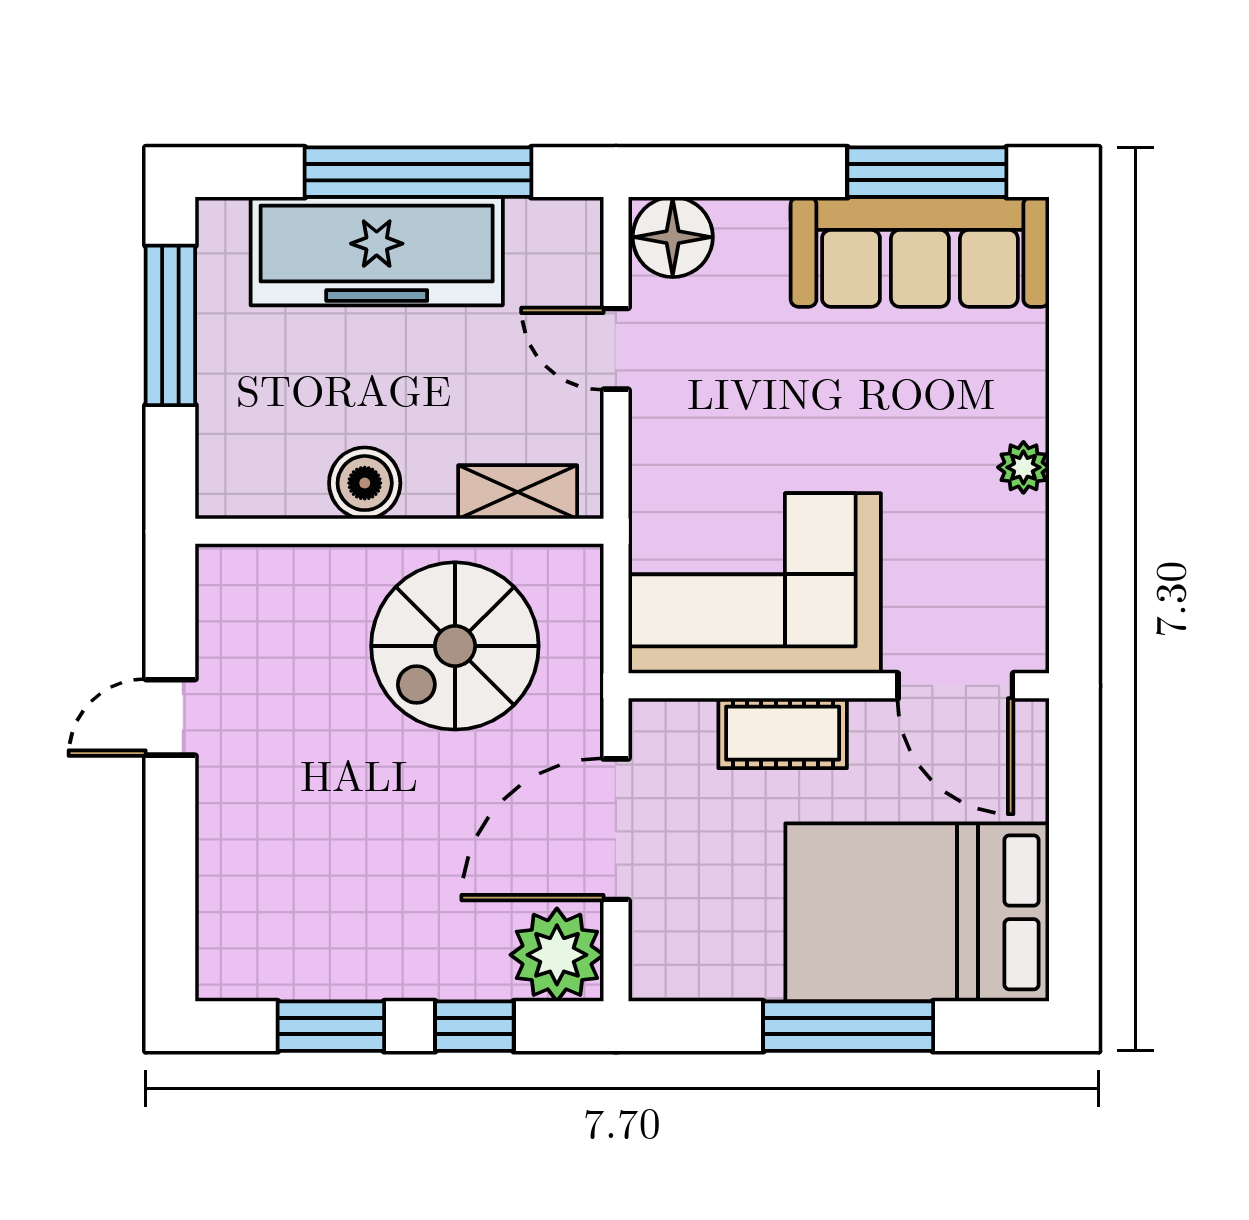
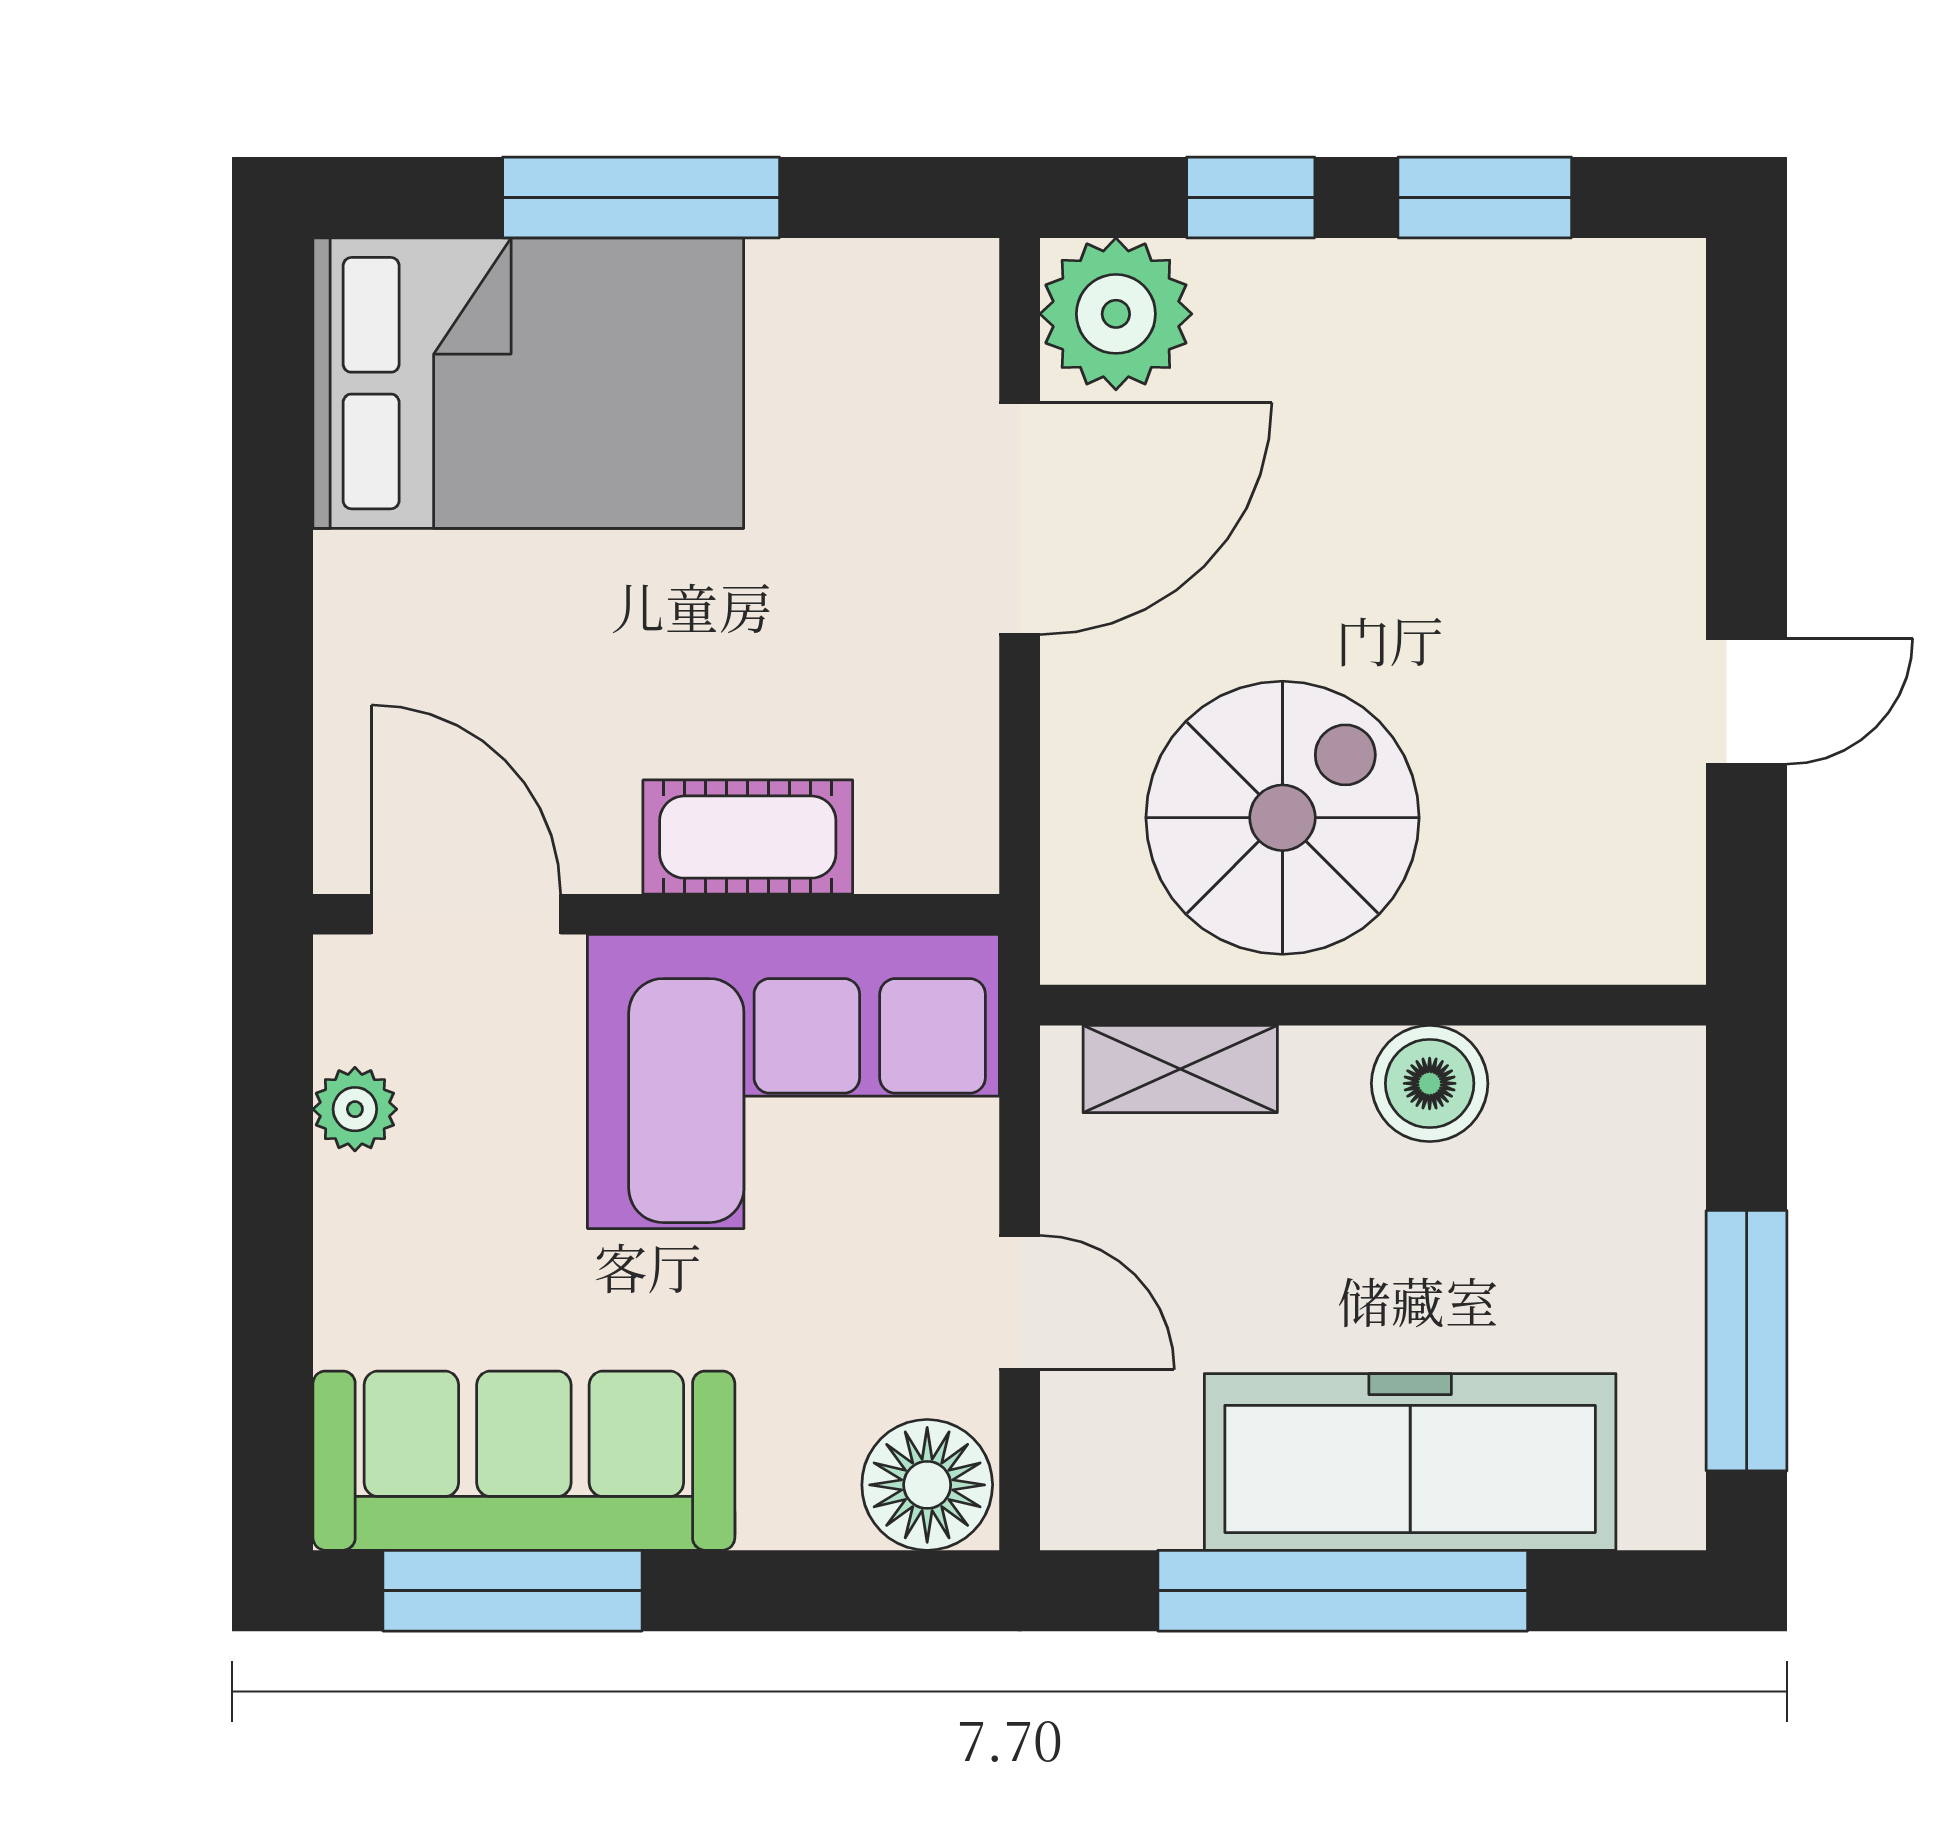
corner sofa: (755, 583) -> (793, 1081), moved
wall: (839, 686) -> (656, 914), moved
door: (955, 686) -> (466, 914), moved
cot: (783, 733) -> (748, 837), moved

